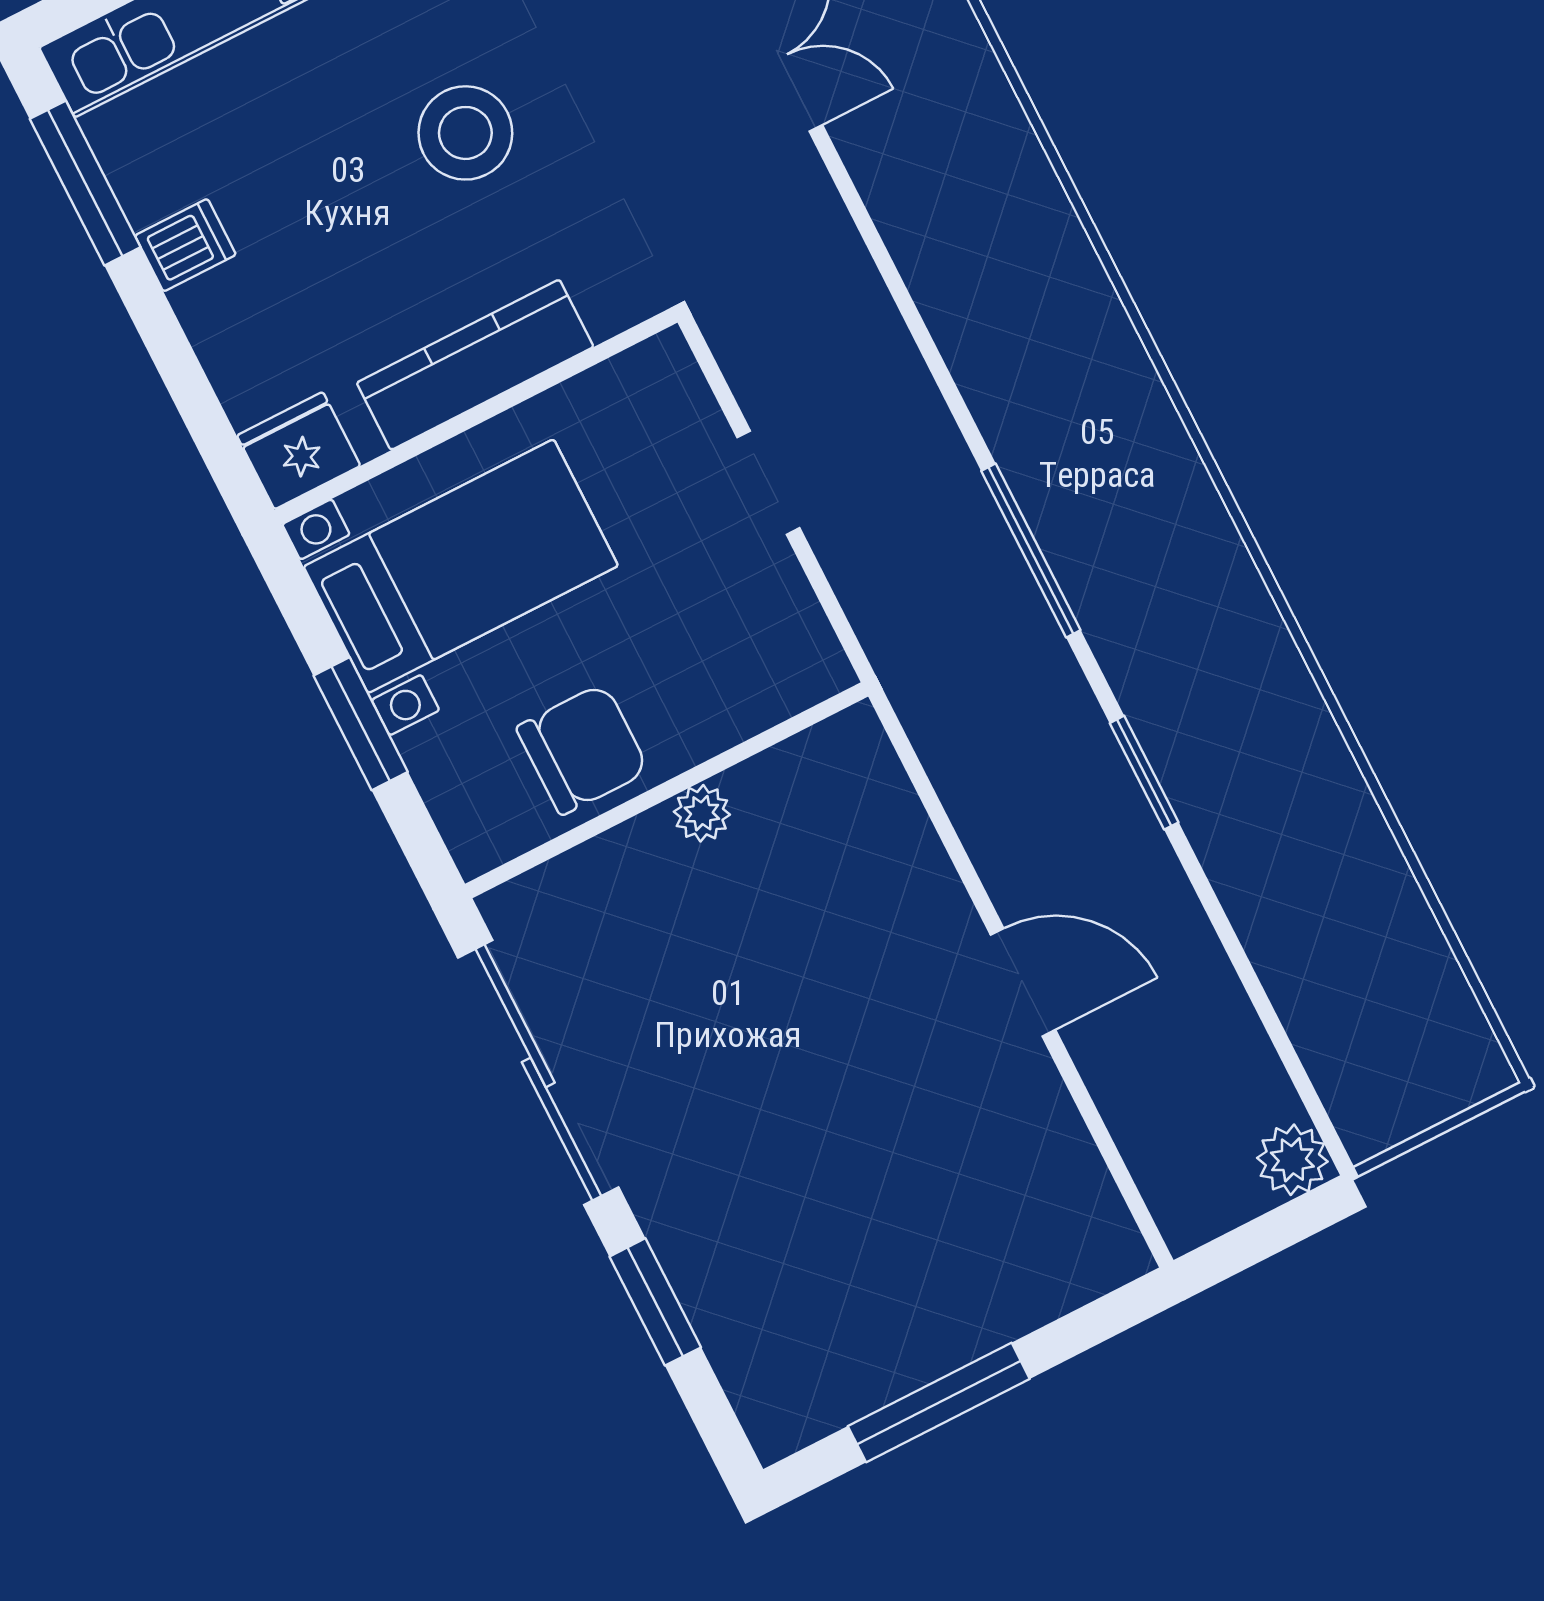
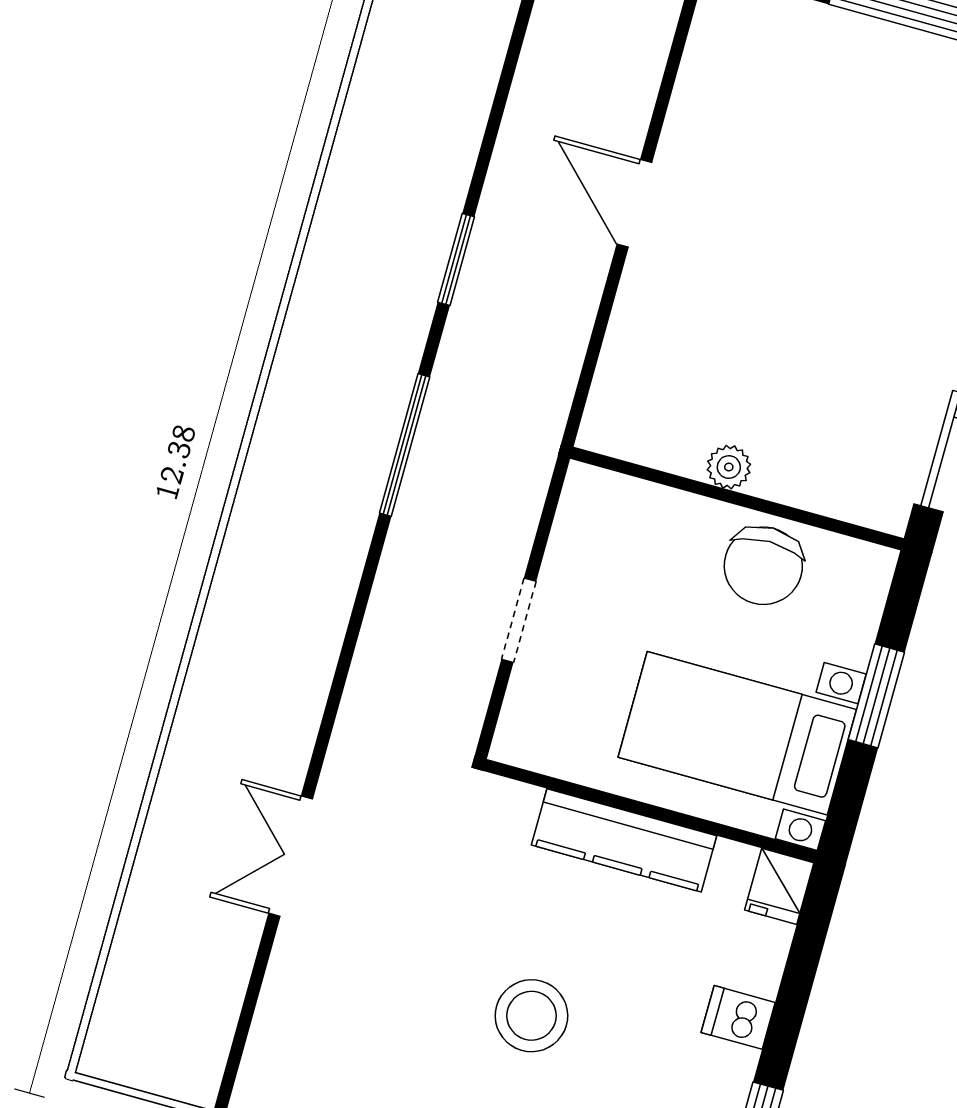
stool: (465, 133) -> (531, 1016), moved
dishwasher: (185, 245) -> (738, 1017), moved
fridge: (299, 451) -> (779, 886), width x0.72
chair: (583, 749) -> (763, 566), turned -90

